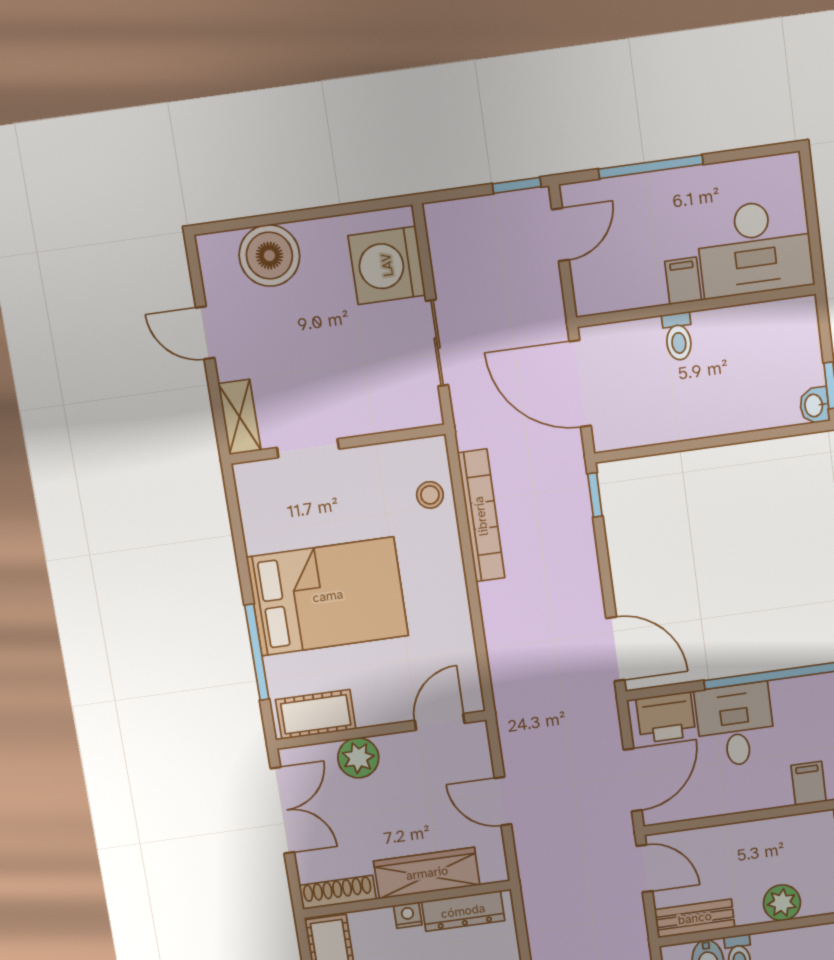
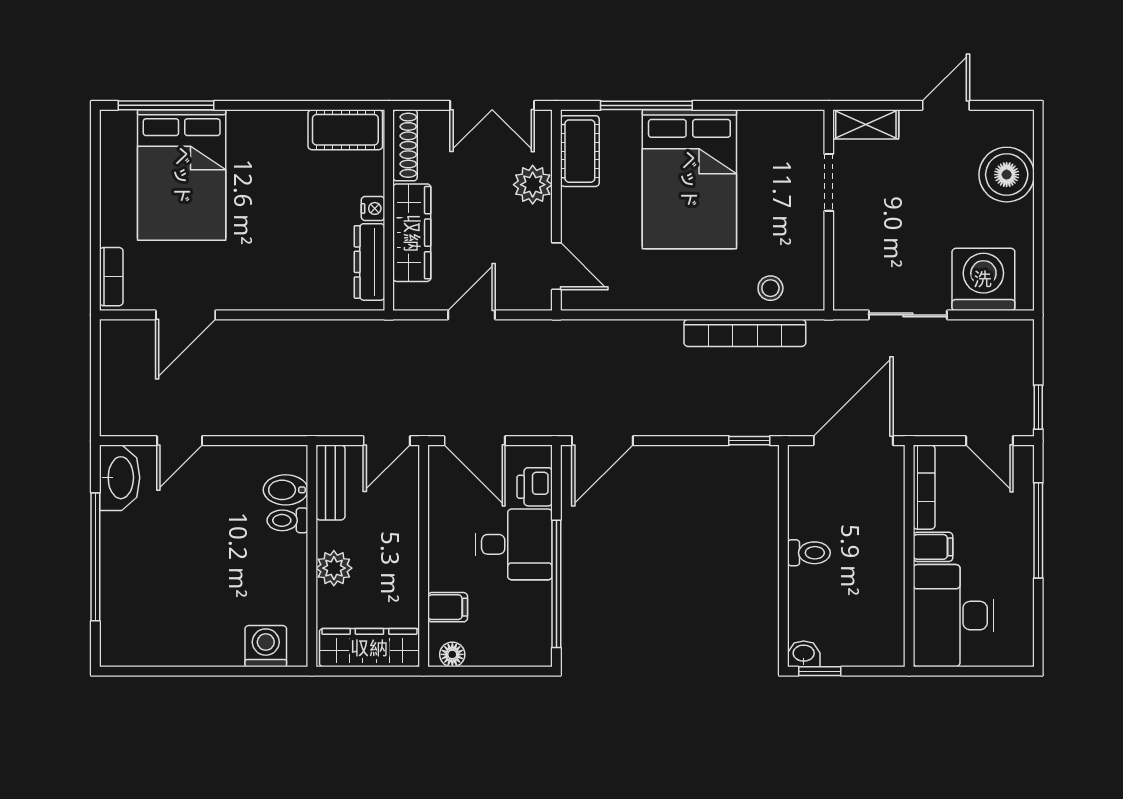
bookcase: (620, 300) -> (924, 487), added
toilet: (678, 336) -> (809, 553), moved, turned 180
printer: (666, 717) -> (535, 487), width x0.73, depth x0.81

